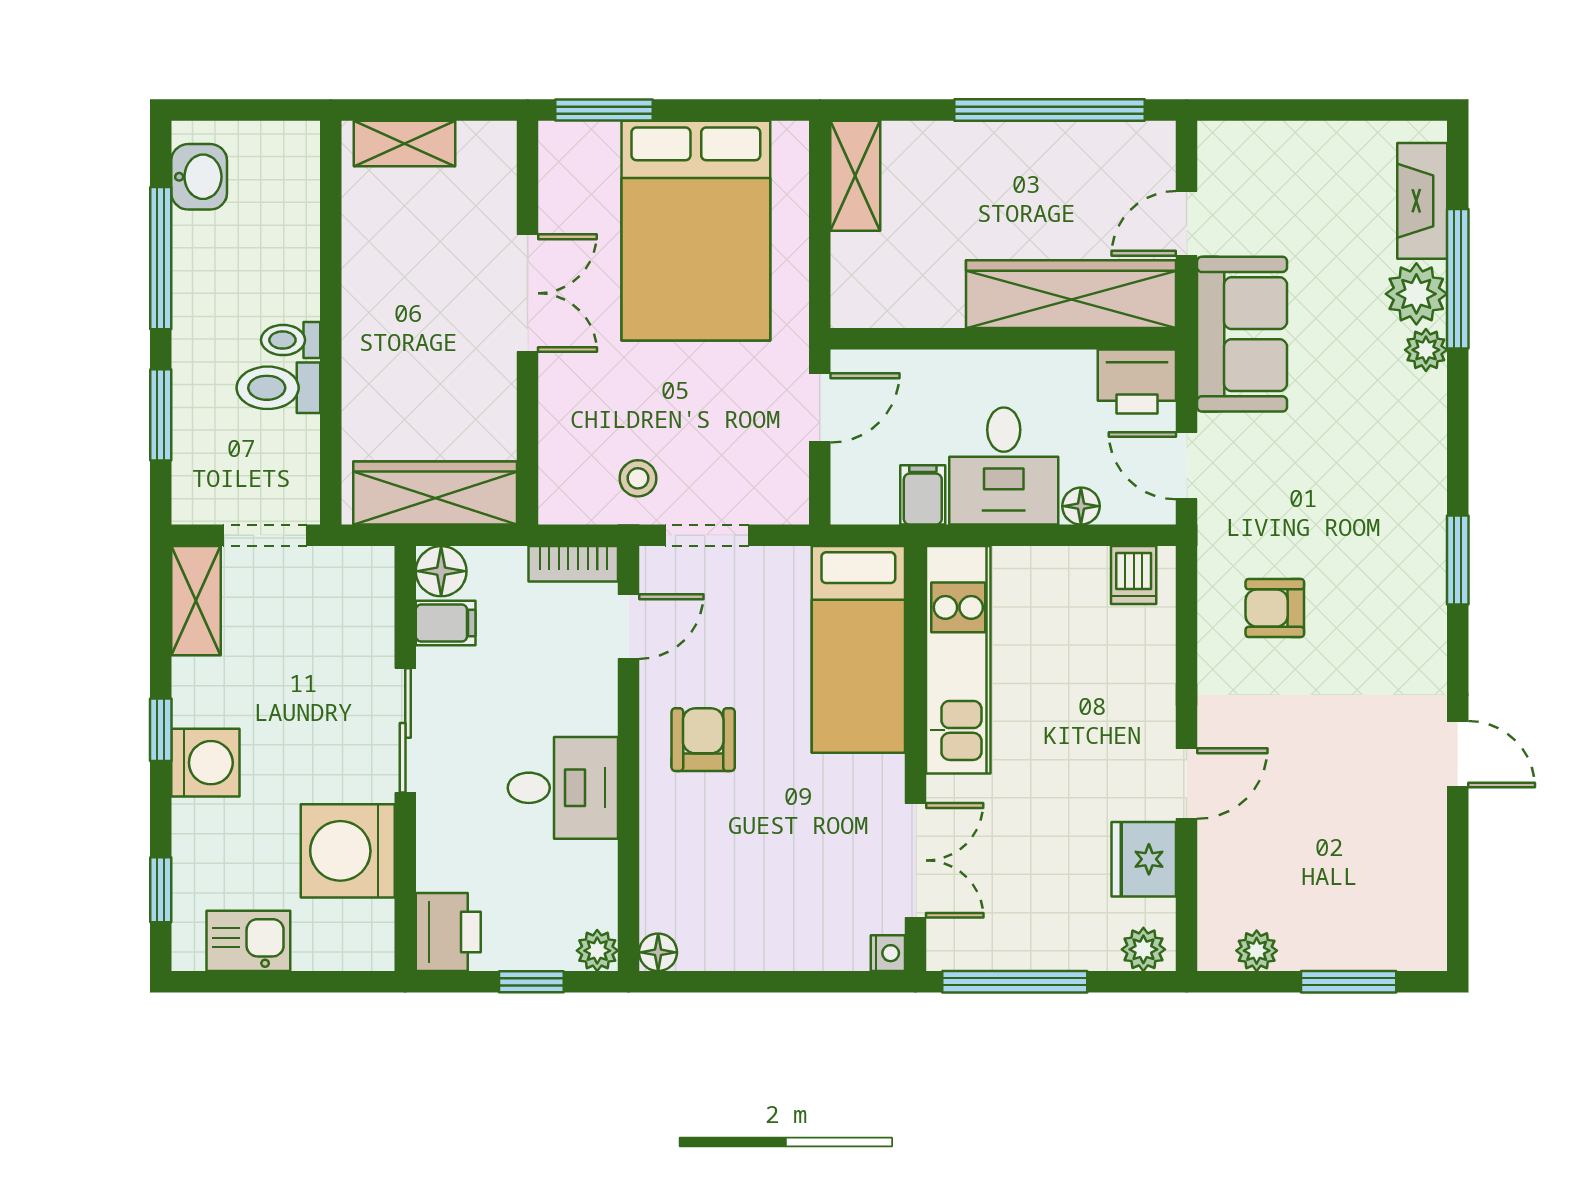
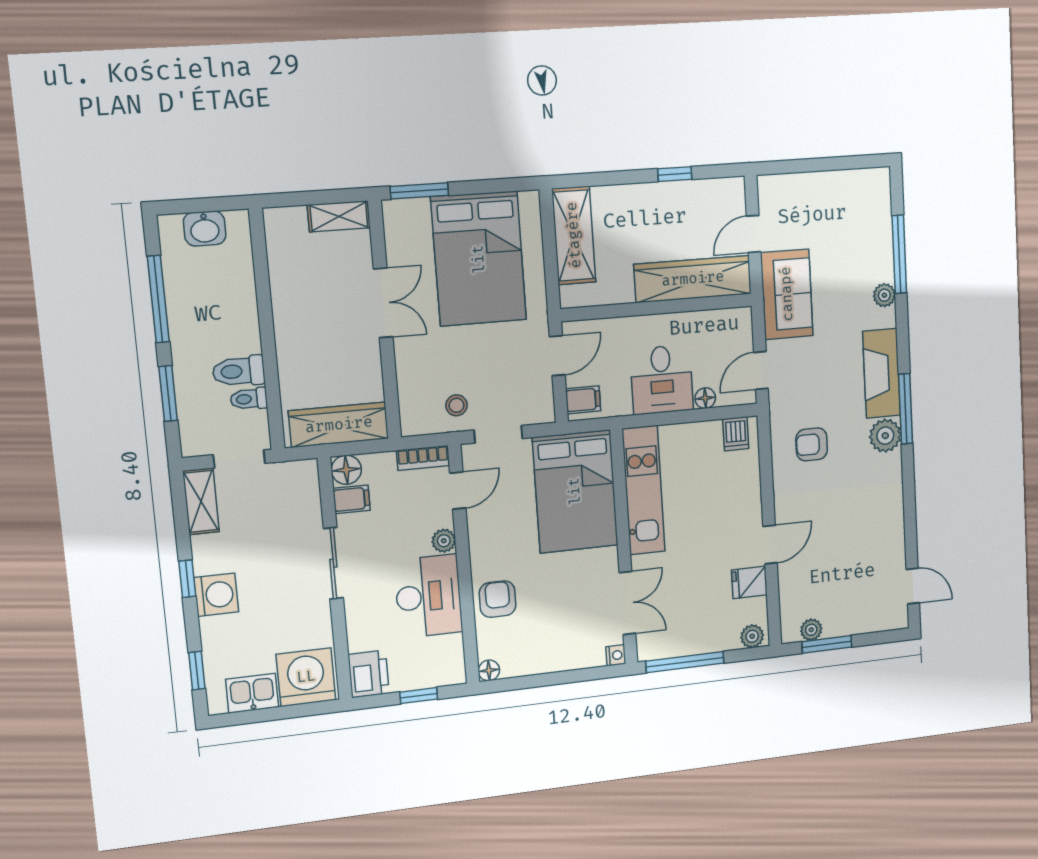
window: (1049, 110) -> (675, 174), width x0.32
shelving: (404, 144) -> (339, 216), moved
shelving: (855, 176) -> (574, 235), width x1.50, depth x1.33
washbasin: (199, 177) -> (205, 228), moved, turned 90
fireplace: (1422, 201) -> (882, 373), moved, width x1.37, depth x1.32
plant: (1416, 294) -> (885, 436), moved
toilet: (291, 340) -> (249, 399), moved
printer: (1137, 382) -> (732, 326), removed
door: (1187, 466) -> (761, 370), hinge flipped
filing cabinet: (923, 495) -> (583, 400), moved, turned 90
window: (1458, 560) -> (906, 409), width x1.44
bed: (858, 649) -> (575, 491), width x1.50
armchair: (703, 740) -> (498, 599), moved
door: (1458, 754) -> (913, 586), moved
desk: (563, 788) -> (428, 596), width x1.37
washing machine: (348, 851) -> (306, 677), moved, turned 90
fridge: (1144, 859) -> (749, 582), width x0.72
plant: (597, 951) -> (444, 541), moved
window: (1349, 982) -> (827, 644), moved

